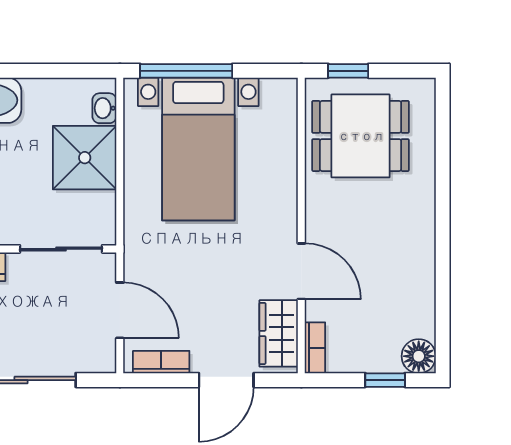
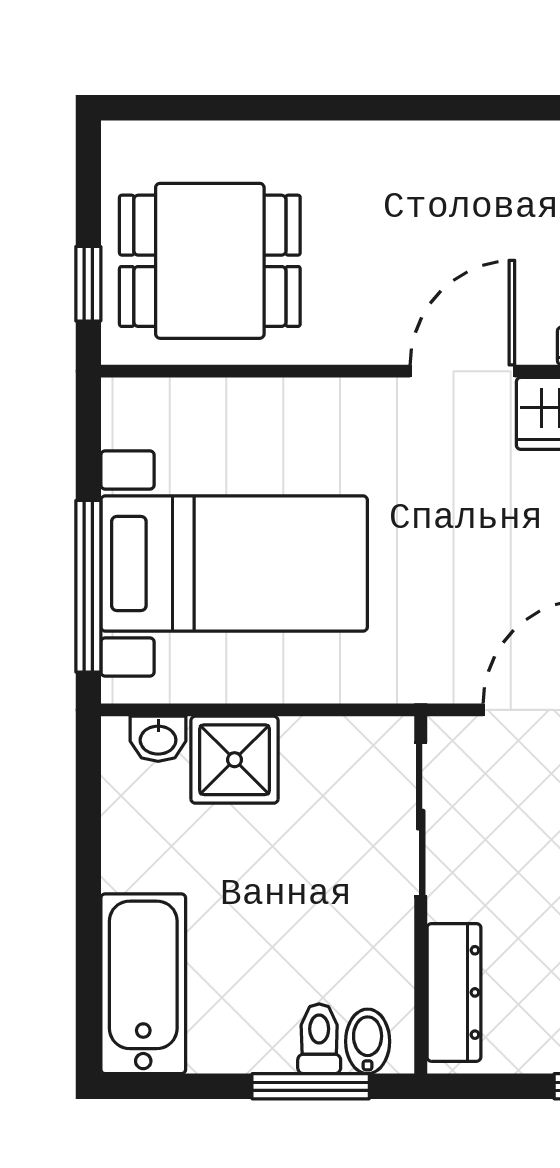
dining table: (361, 136) -> (210, 261), turned 90
shower: (85, 158) -> (235, 760), width x0.73, depth x0.73

